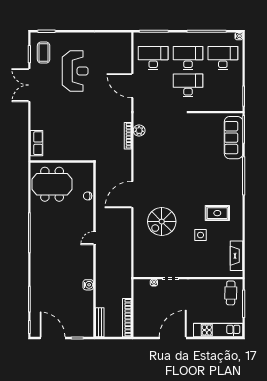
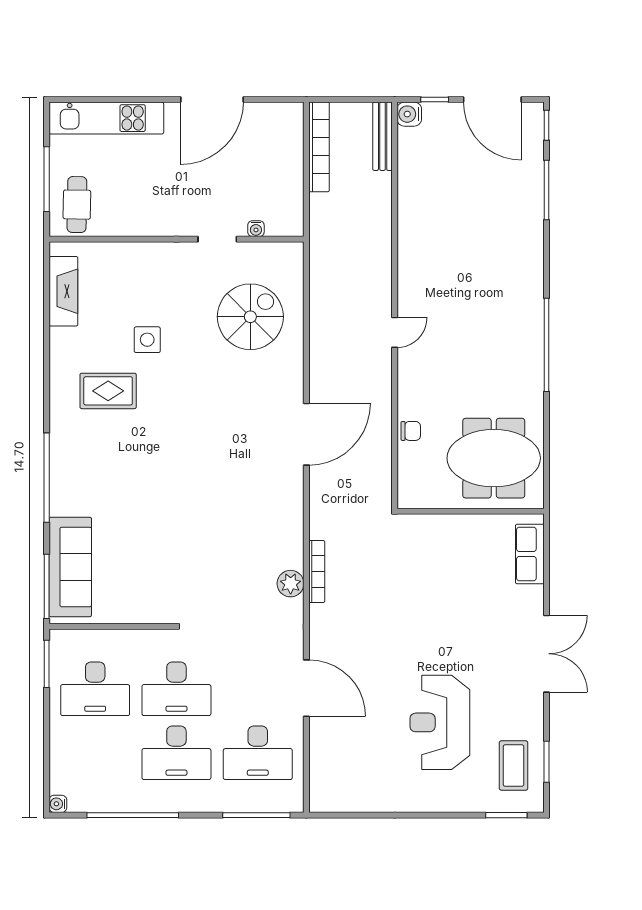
desk: (223, 58) -> (95, 689), moved
double door: (29, 85) -> (547, 654), moved
spiral stairs: (162, 222) -> (250, 317), moved
water cooler: (88, 285) -> (409, 114), moved

